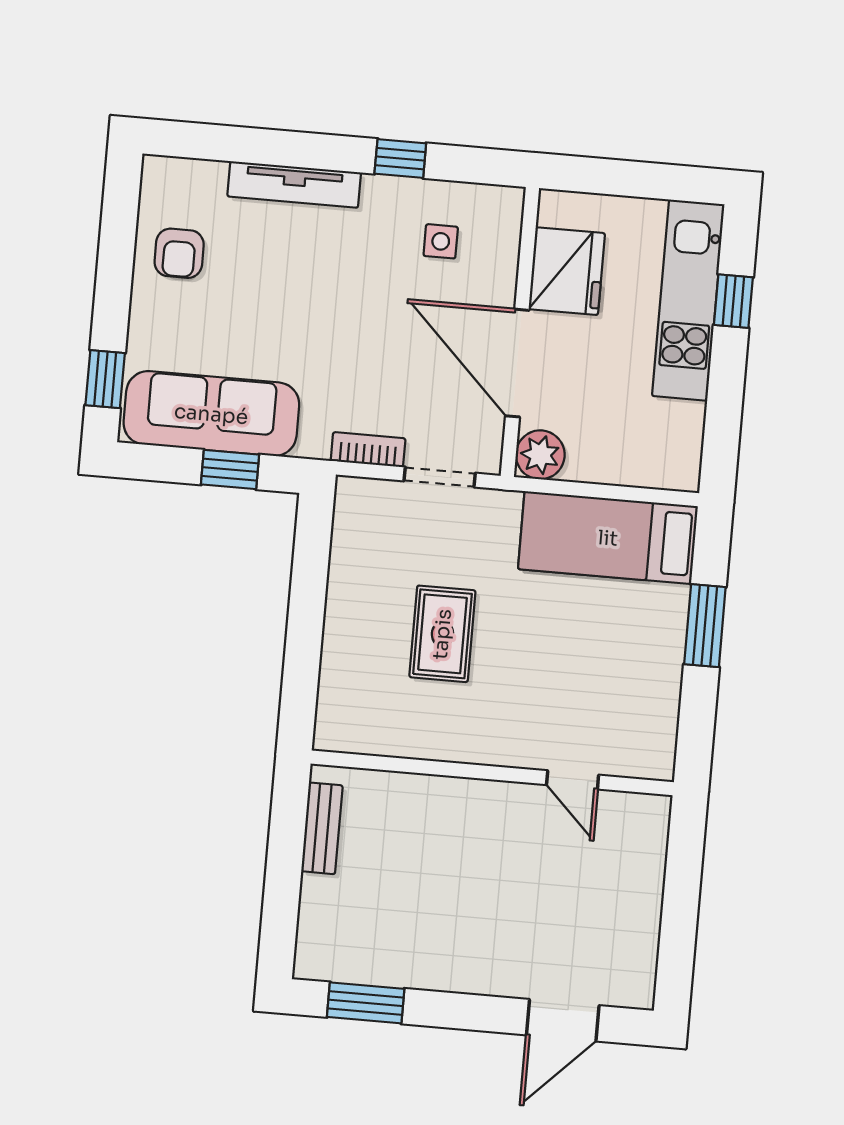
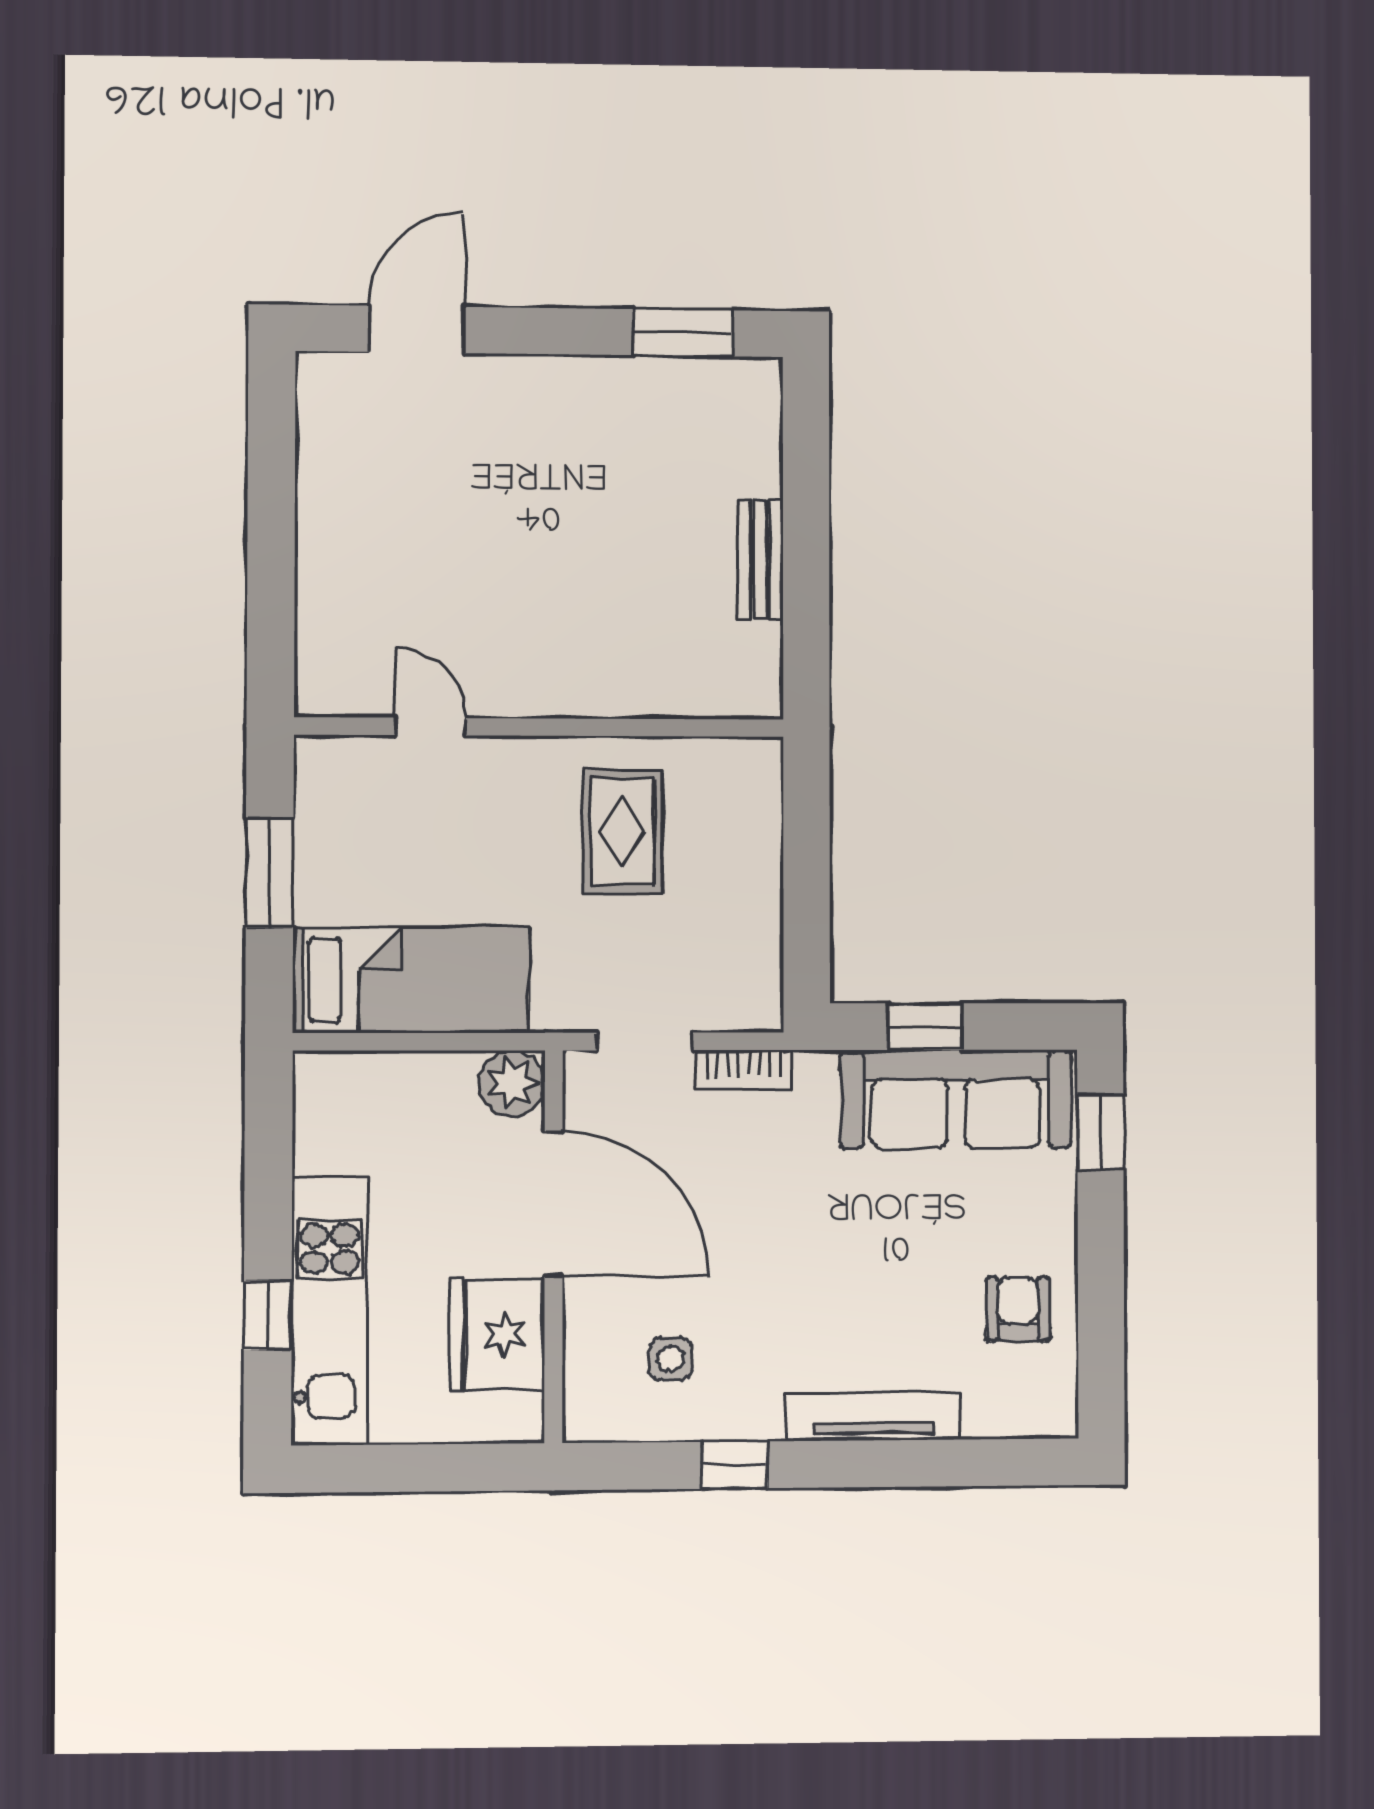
wall: (492, 773) -> (540, 727), moved
door: (573, 780) -> (431, 727), moved

